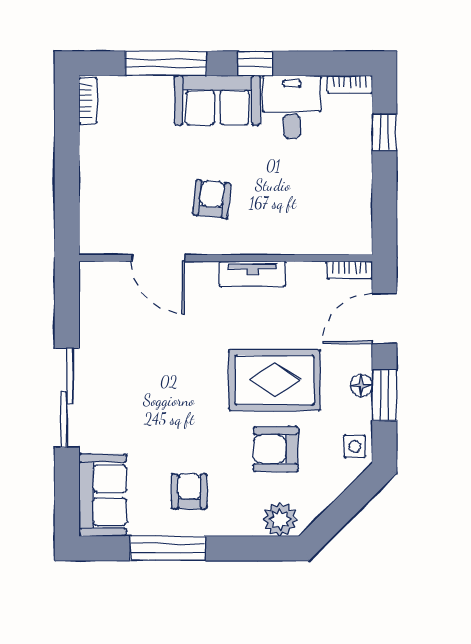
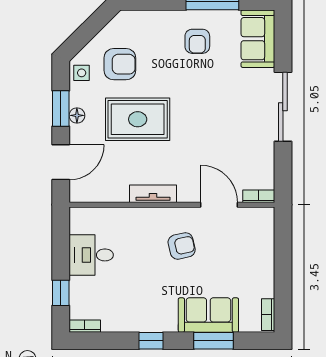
window: (166, 63) -> (214, 341), width x0.69
sofa: (217, 100) -> (208, 315), moved
desk: (292, 107) -> (91, 255), moved, turned 90
armchair: (212, 199) -> (182, 246), turned -109
bookcase: (350, 270) -> (259, 196), moved
armchair: (276, 449) -> (120, 64), moved
plant: (280, 519) -> (134, 22), removed

